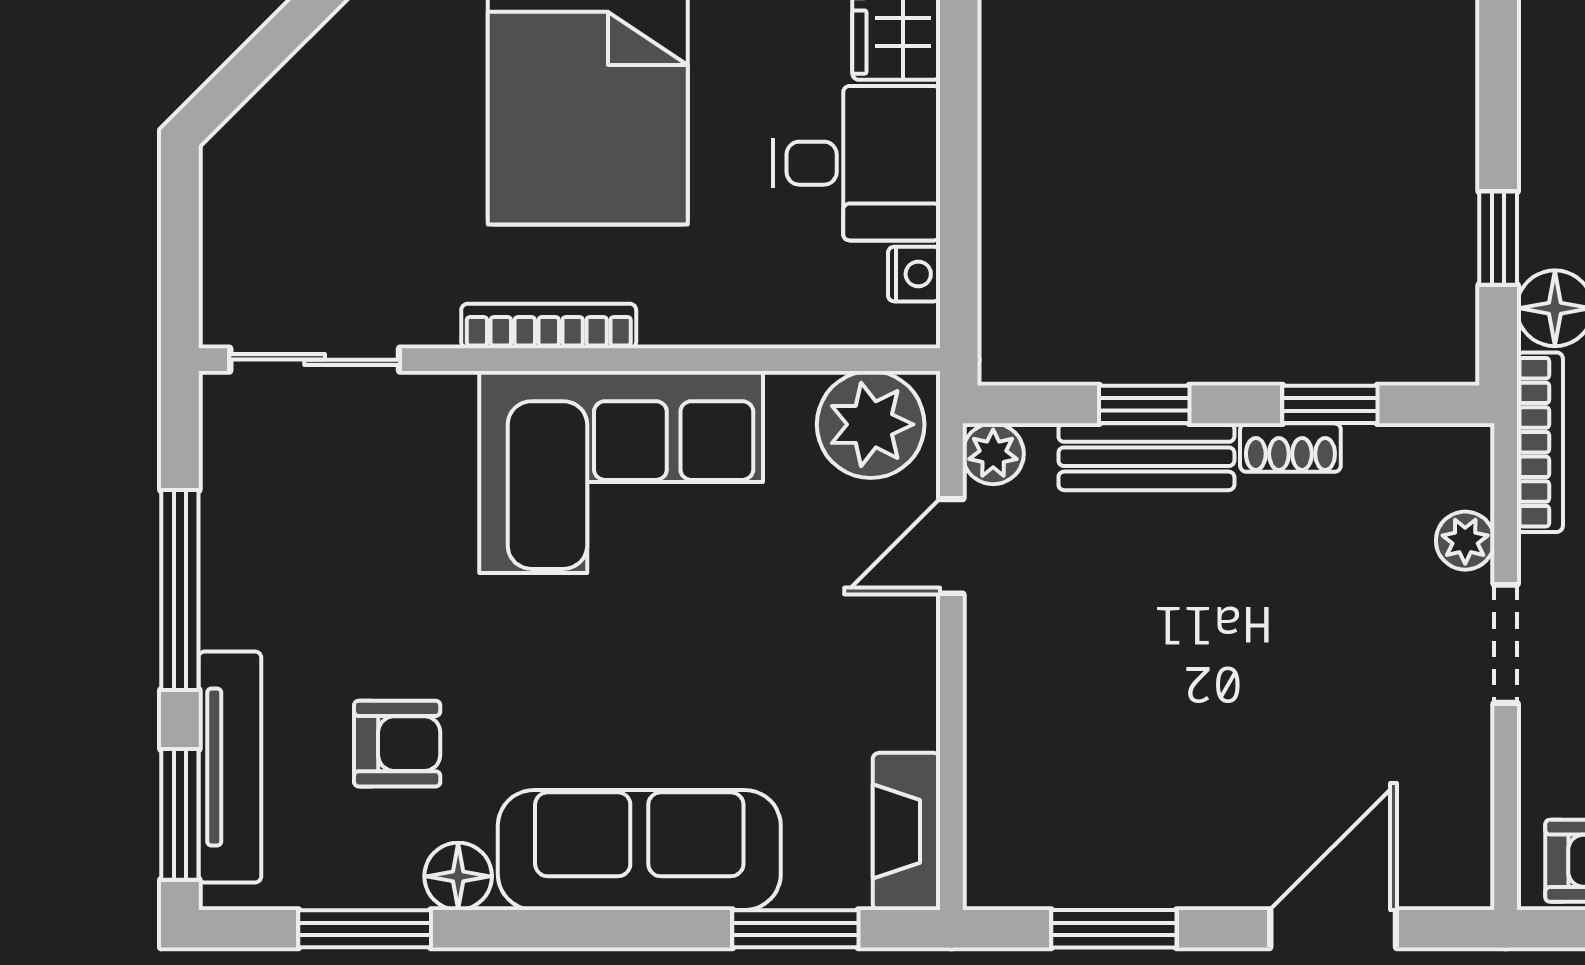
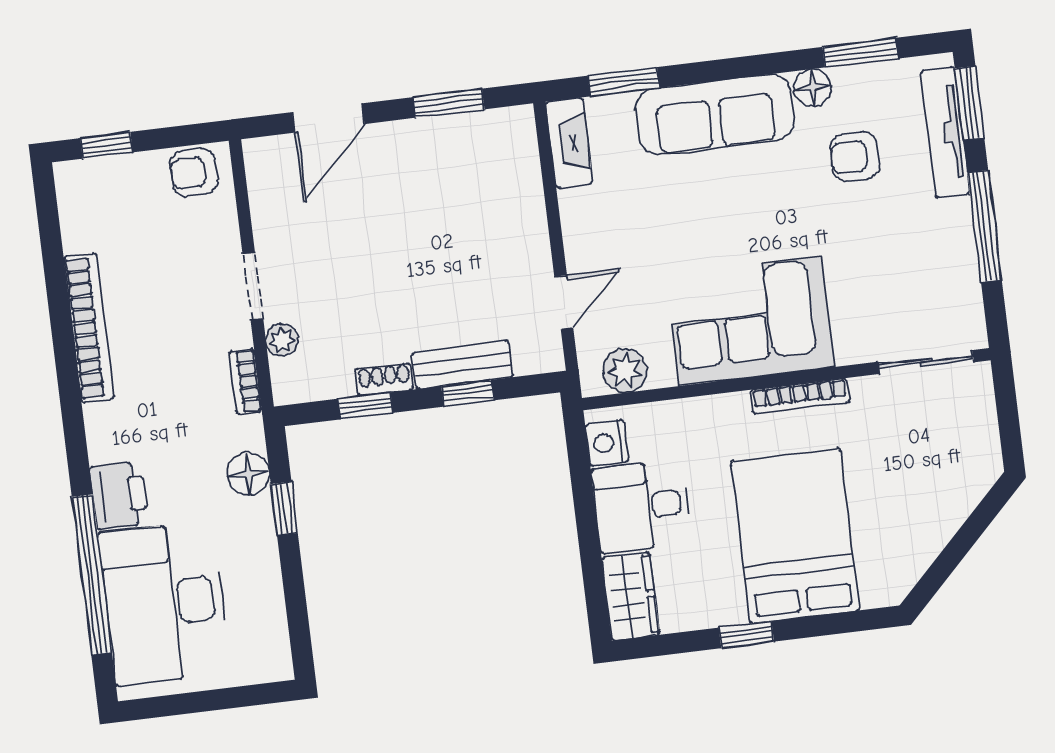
nightstand: (914, 274) -> (607, 443), width x1.39, depth x1.35
plant: (871, 424) -> (625, 371), width x0.73, depth x0.73
bookcase: (1540, 442) -> (245, 381), width x0.64
plant: (993, 454) -> (547, 356), removed

